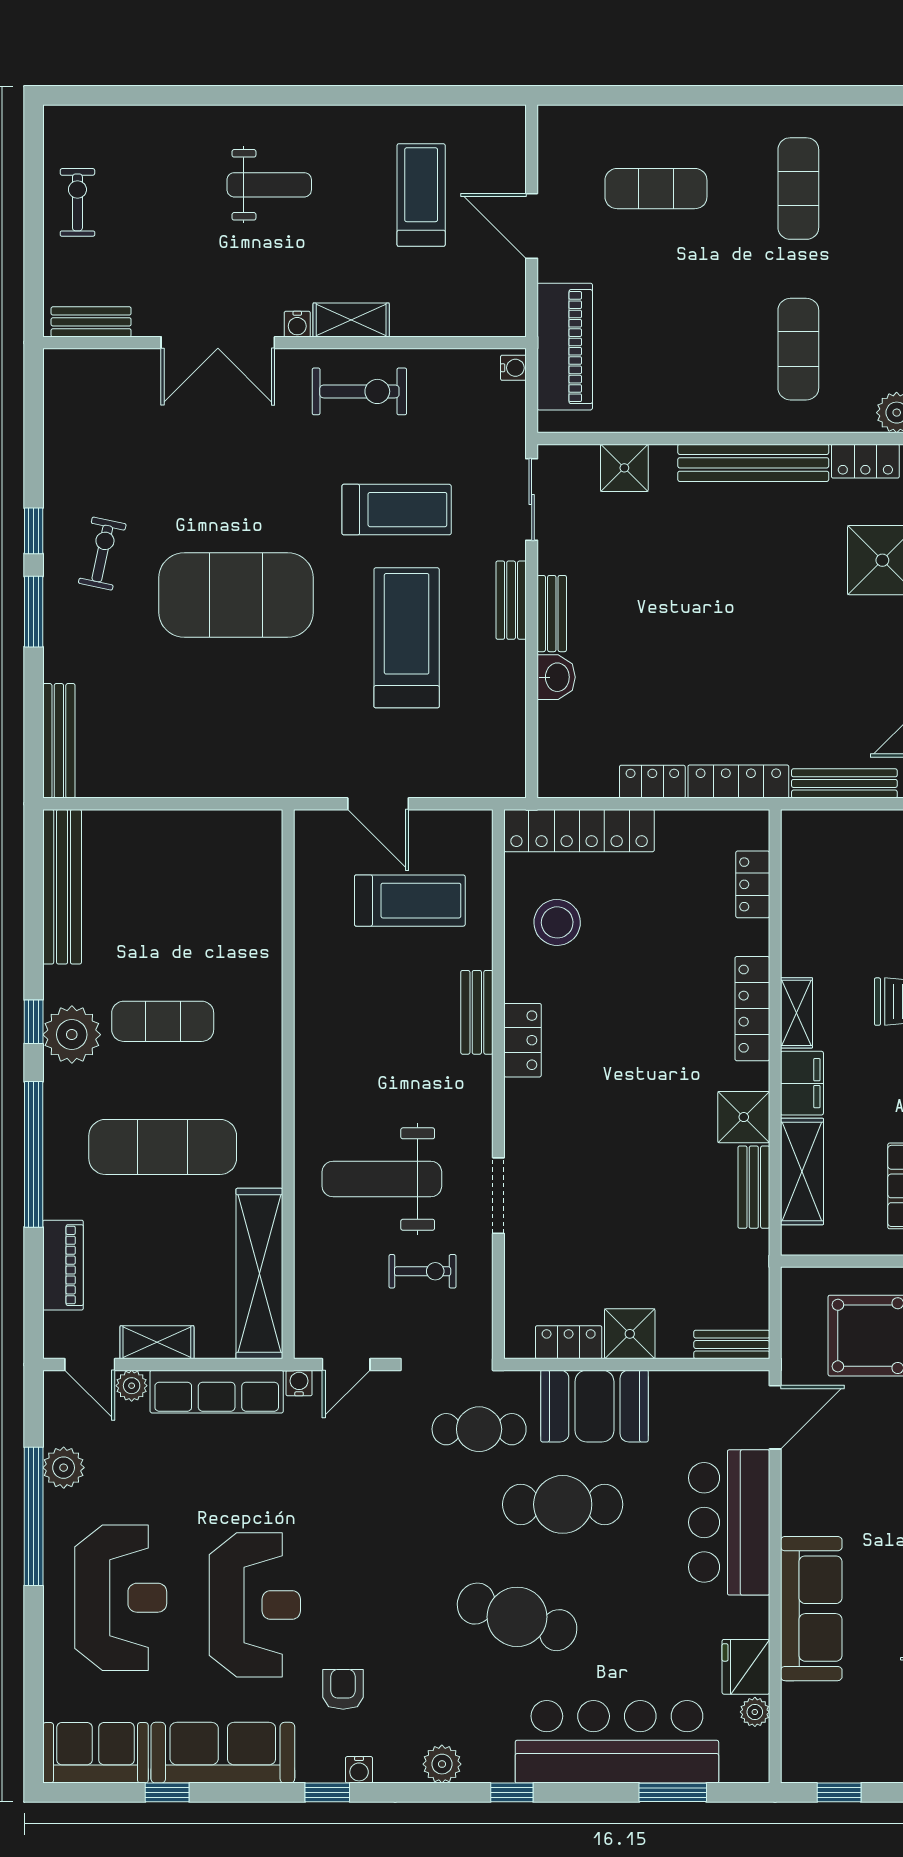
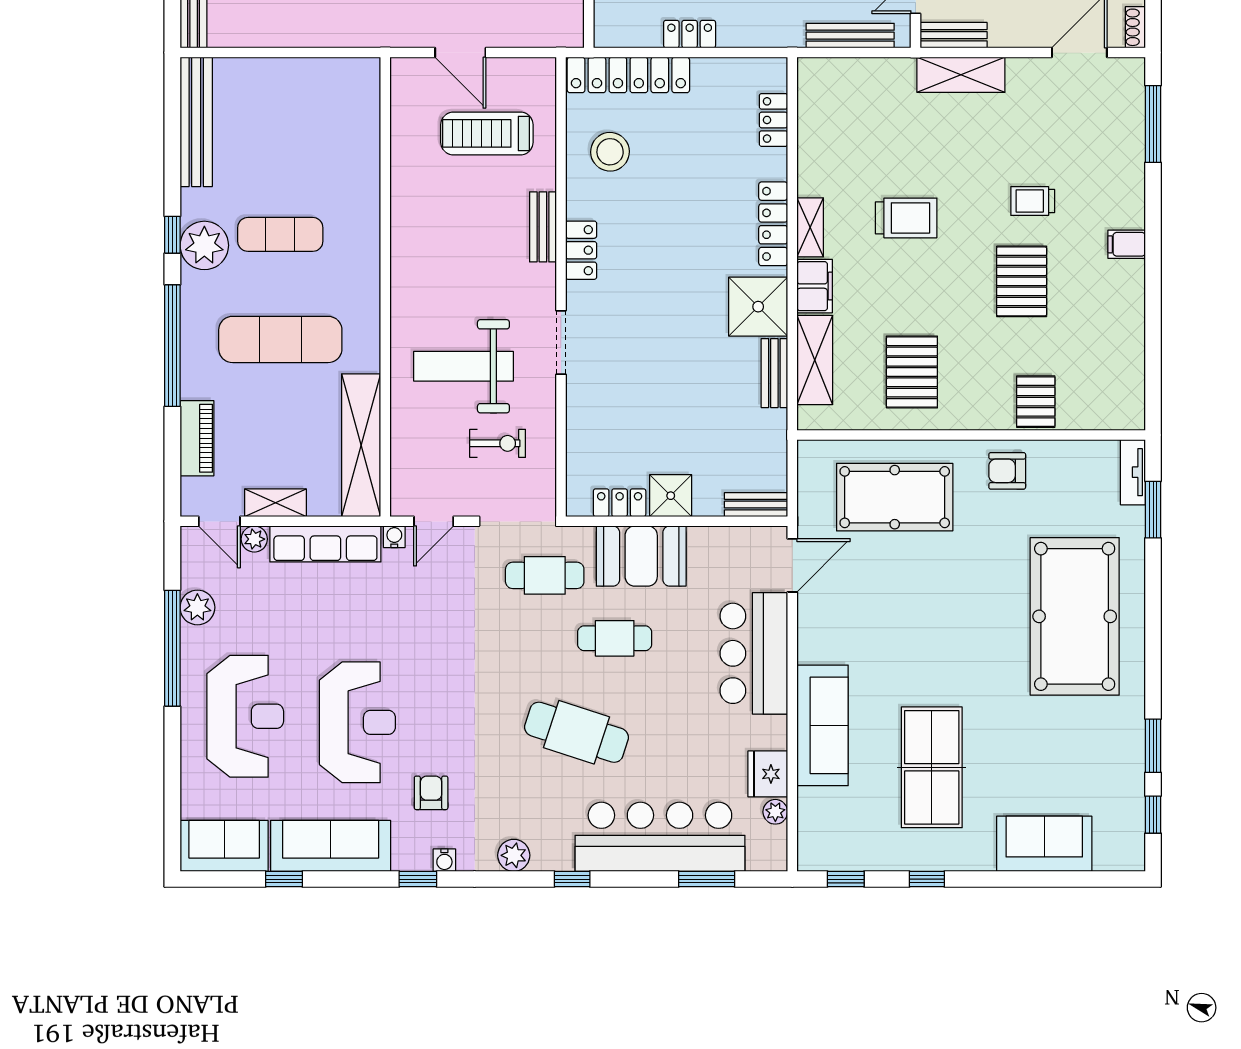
locker: (738, 782) -> (762, 34), removed
treadmill: (410, 901) -> (487, 133), turned 180
shower: (744, 1117) -> (758, 307), width x1.36, depth x1.36
doorway: (498, 1196) -> (561, 342), moved
cafe table: (563, 1504) -> (615, 638), width x0.73, depth x0.74

